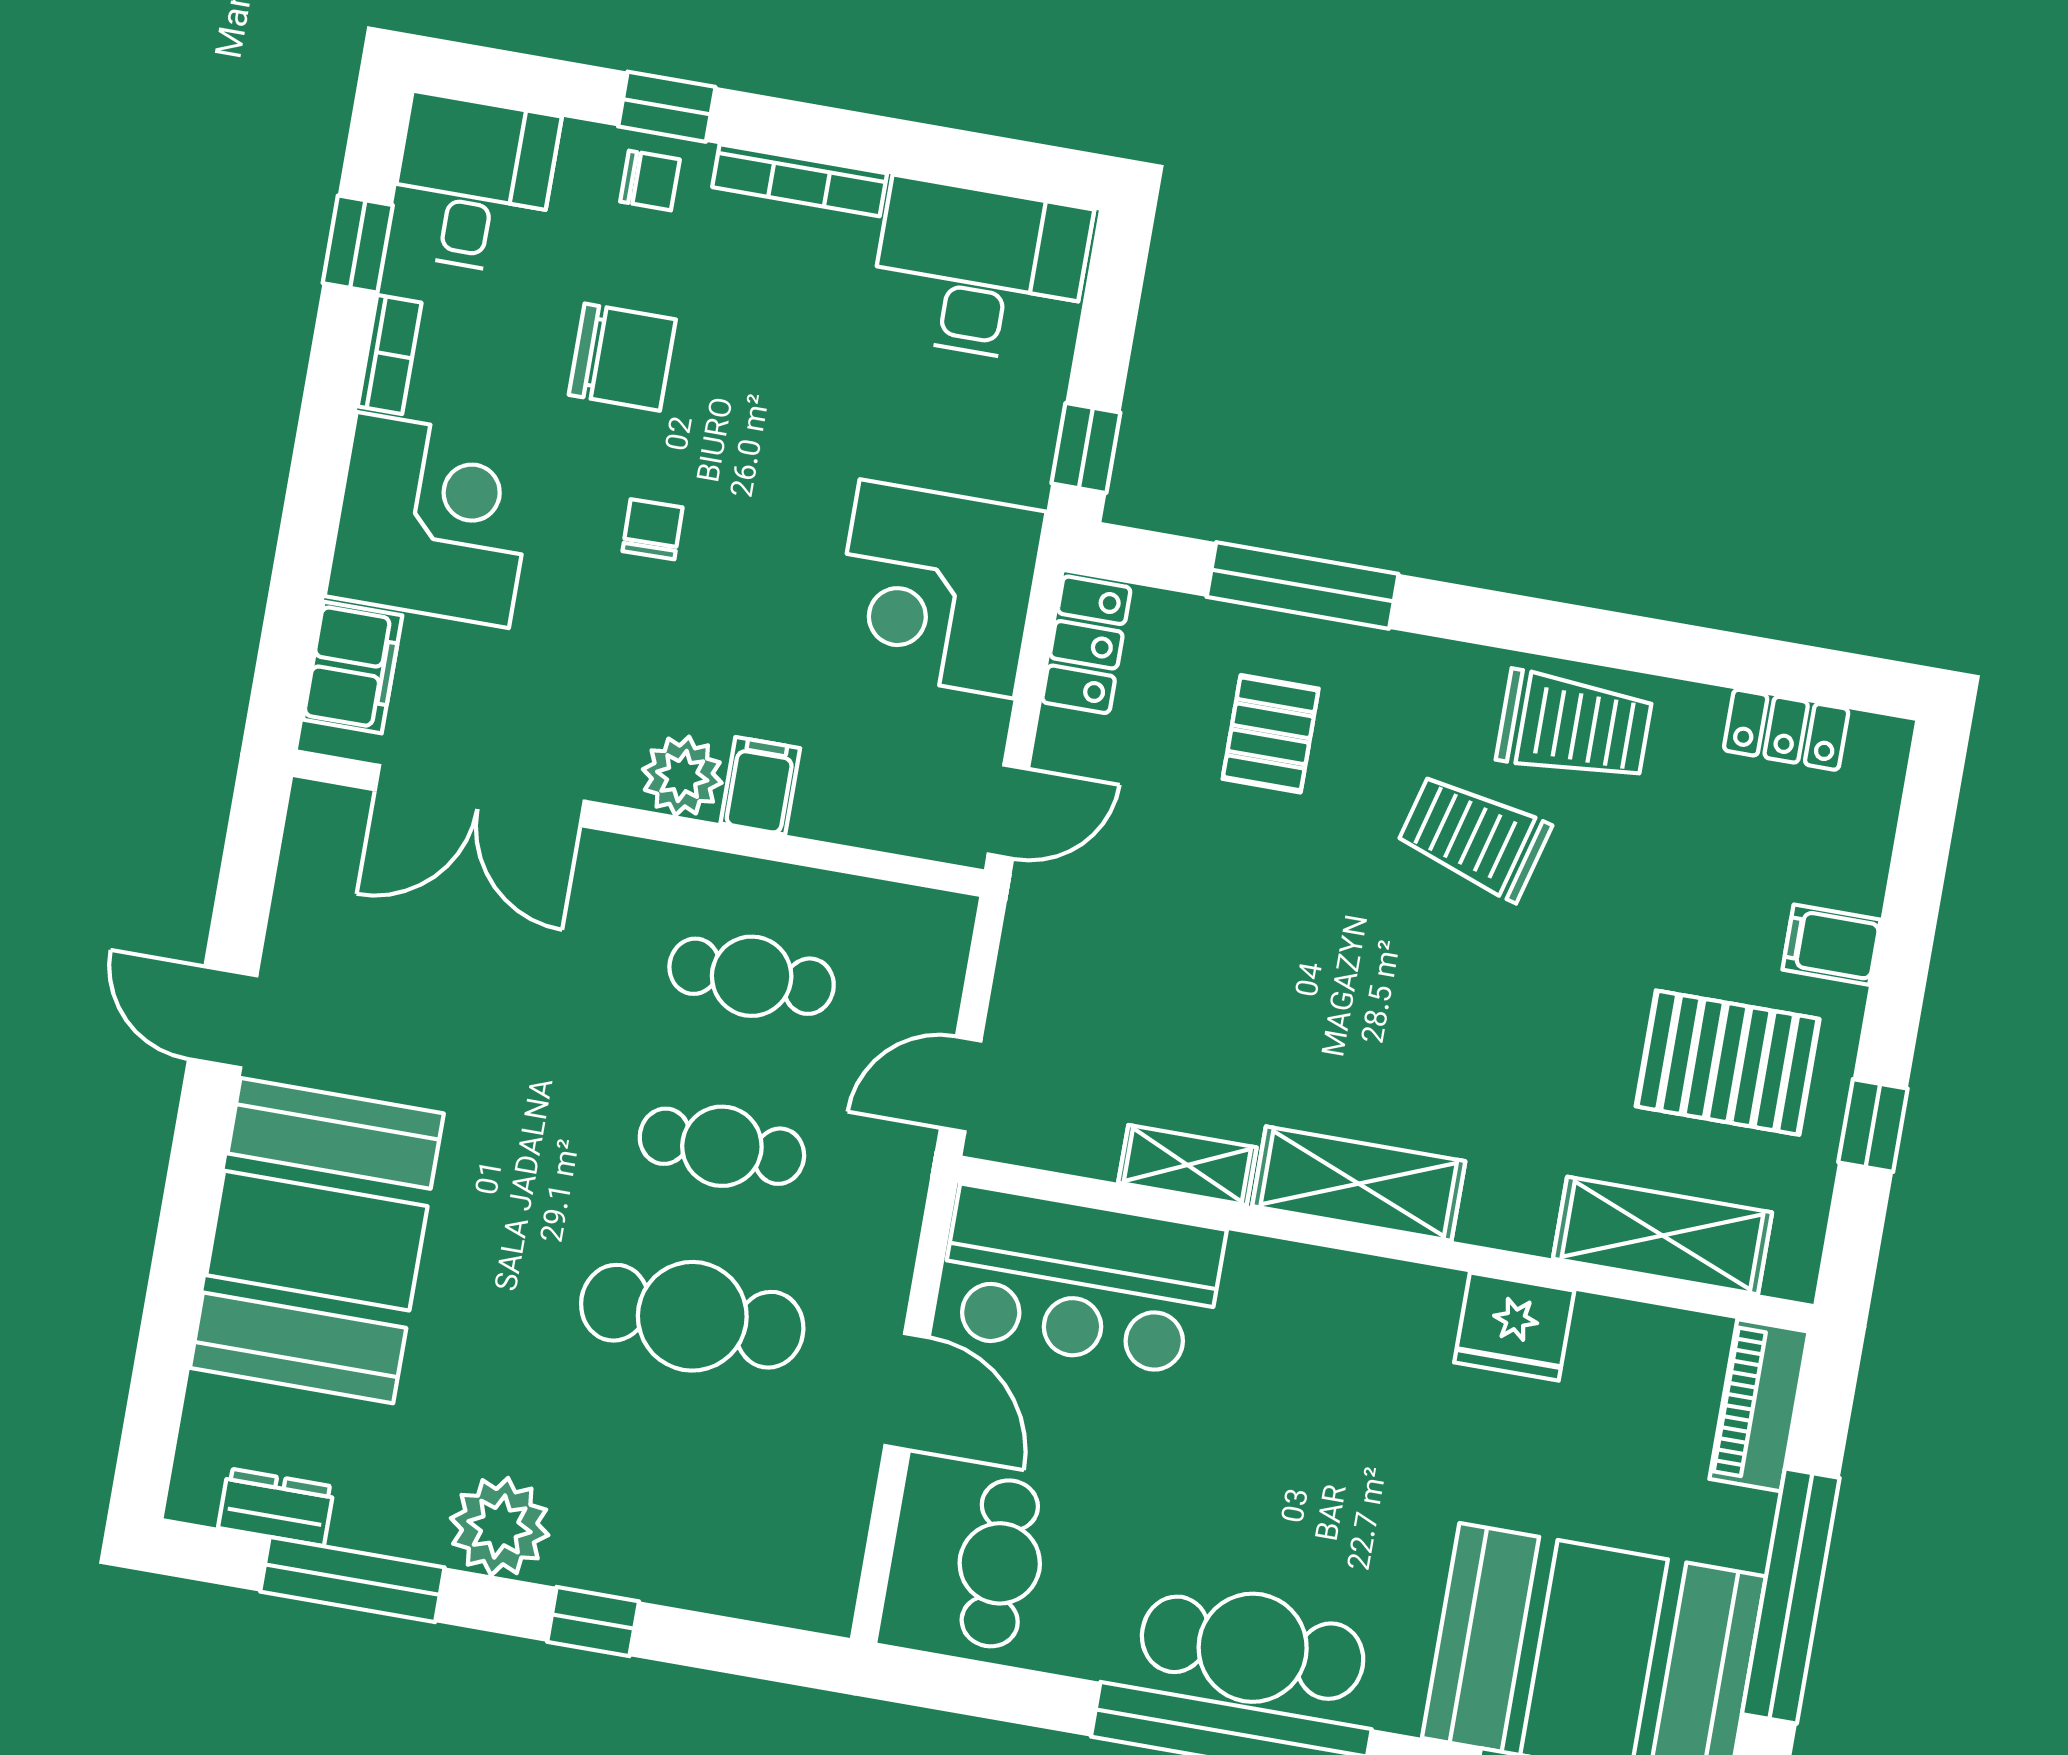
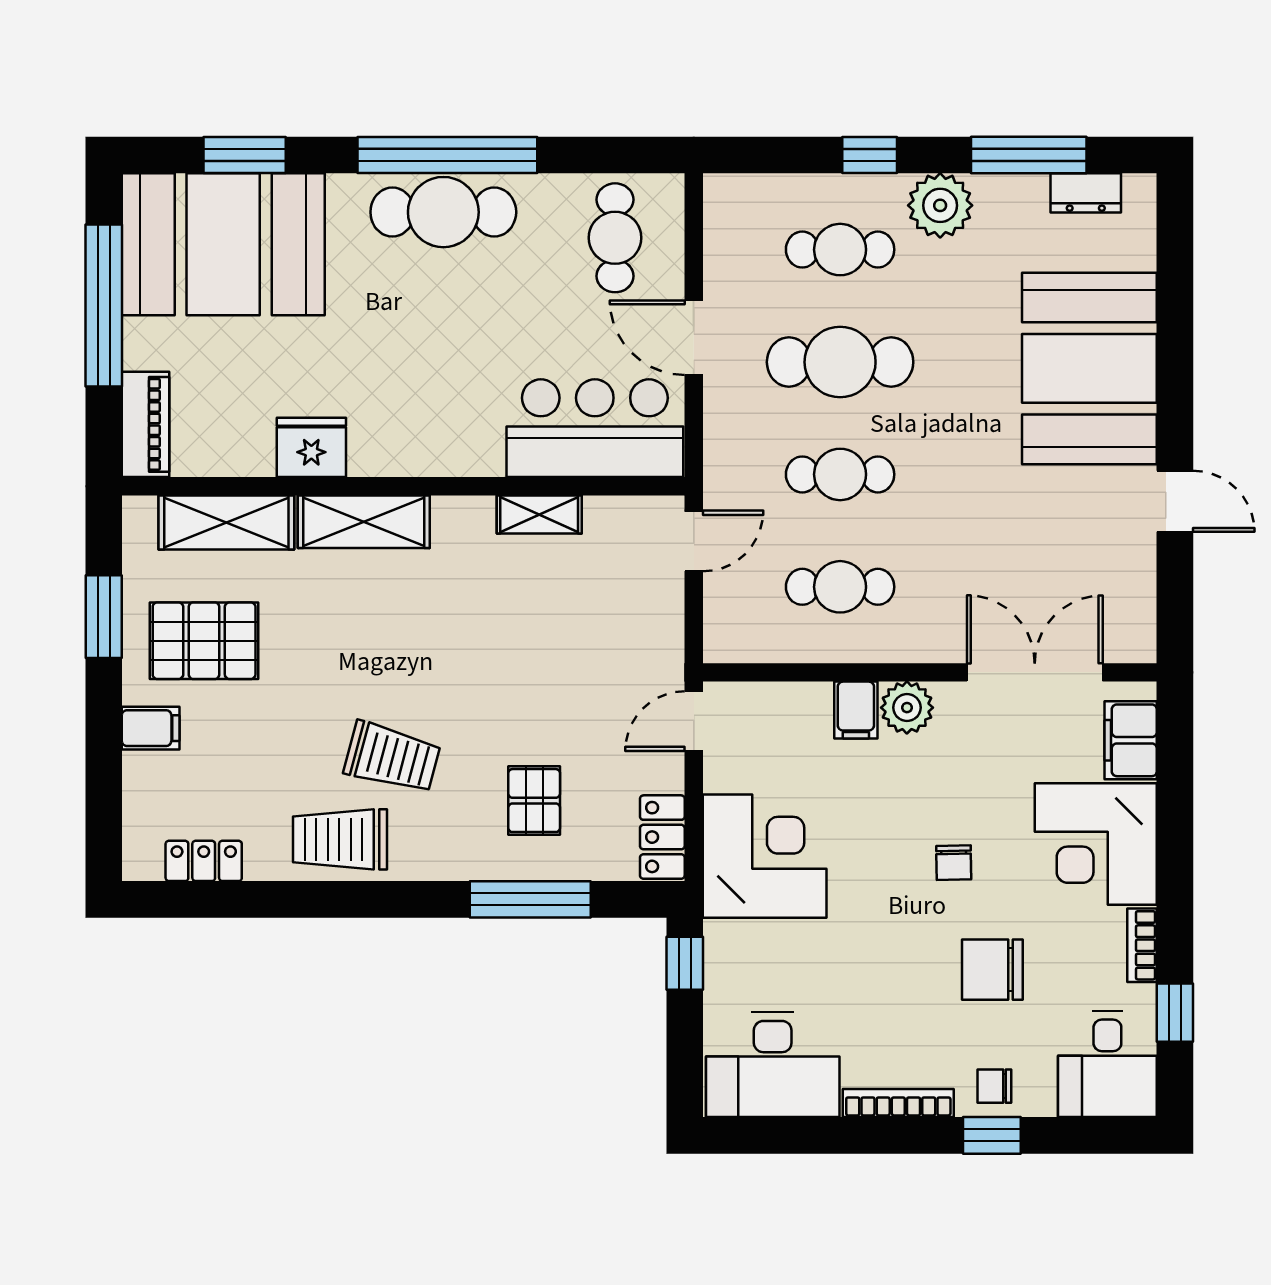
window: (1873, 1125) -> (104, 617), width x1.50
shelving: (1359, 1184) -> (364, 522), moved
cafe table: (663, 1486) -> (840, 250), added

